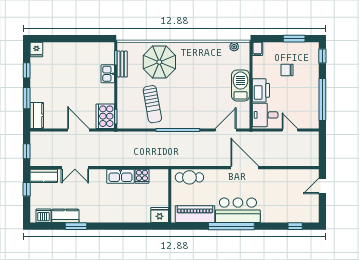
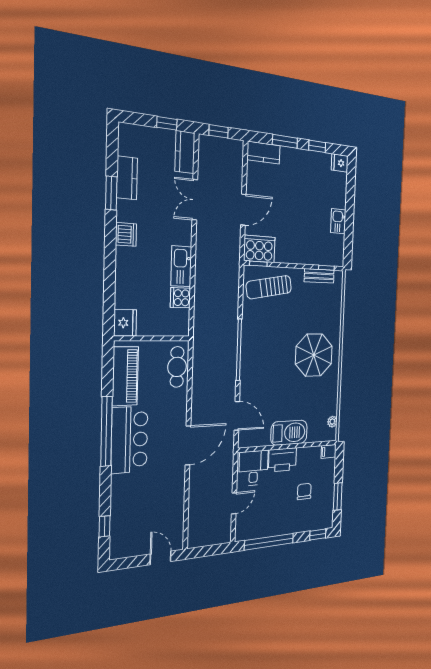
parasol: (159, 62) -> (314, 355), moved
kitchen sink: (108, 74) -> (338, 221), moved, turned -90
sun lounger: (152, 104) -> (269, 287), moved
dishwasher: (43, 216) -> (126, 234), moved

